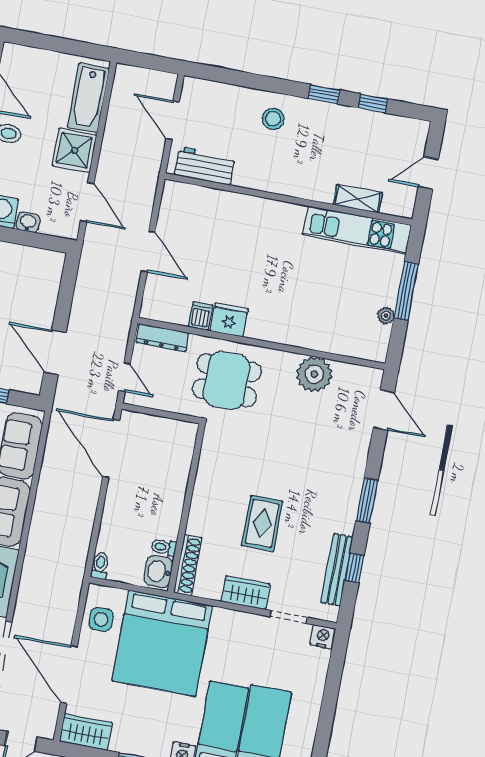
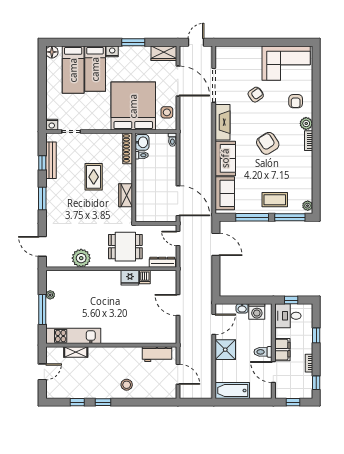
bathtub: (88, 98) -> (232, 391), moved, turned -90
door: (87, 202) -> (214, 324), swing flipped
wardrobe: (246, 593) -> (126, 195), moved, turned 90

